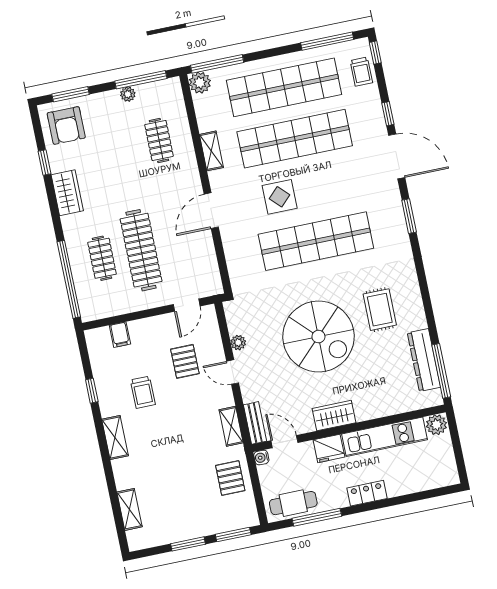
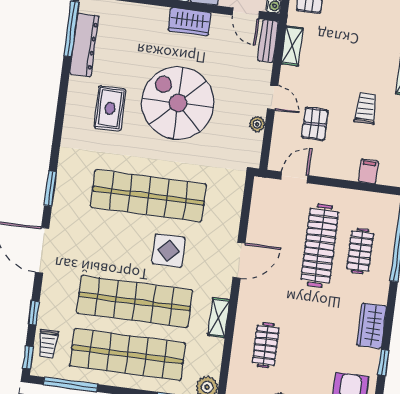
trolley: (361, 72) -> (48, 344), turned 180
window: (388, 114) -> (34, 313), moved

